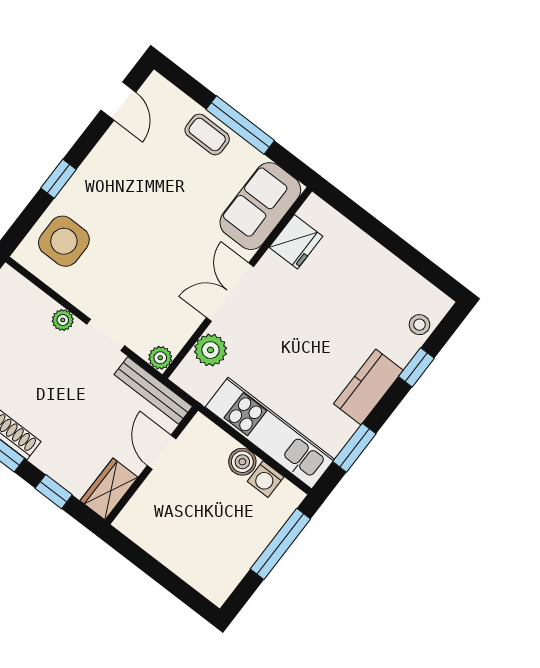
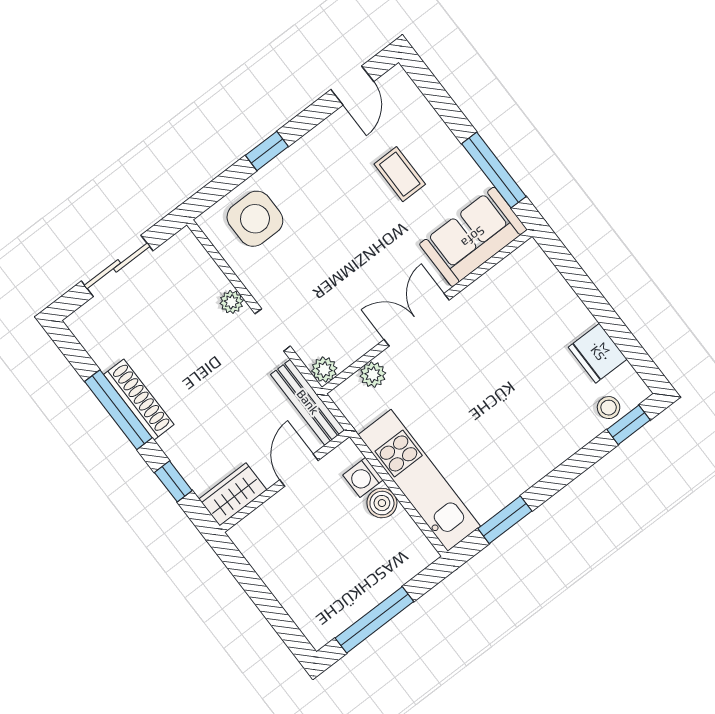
window: (240, 125) -> (494, 170), moved
coffee table: (207, 134) -> (400, 174), moved
fridge: (296, 242) -> (598, 353), moved, turned 90
plant: (210, 350) -> (373, 375), width x0.73, depth x0.73
window: (416, 367) -> (629, 425), moved
kitchen counter: (368, 387) -> (537, 459), removed
washing machine: (266, 479) -> (363, 477), moved
window: (280, 544) -> (374, 620), moved

